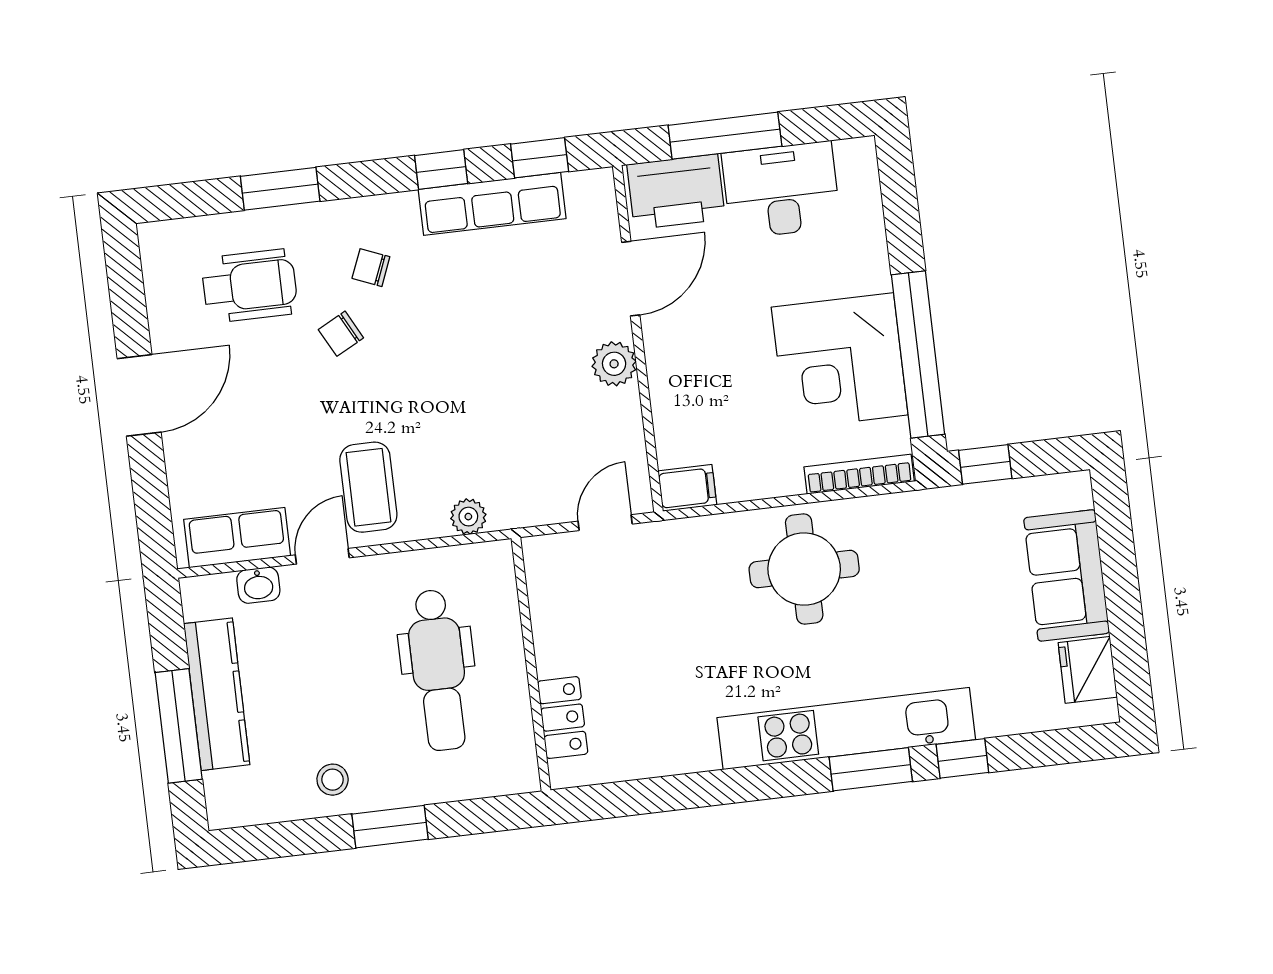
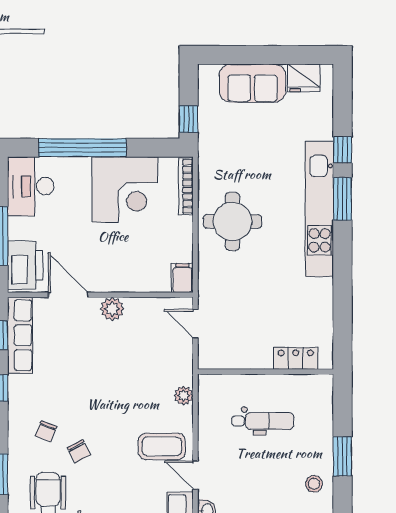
desk: (781, 190) -> (31, 186), moved
row of seats: (492, 204) -> (20, 335), moved
window: (918, 355) -> (82, 148), moved
dental chair: (438, 670) -> (263, 421), width x0.73, depth x0.72

